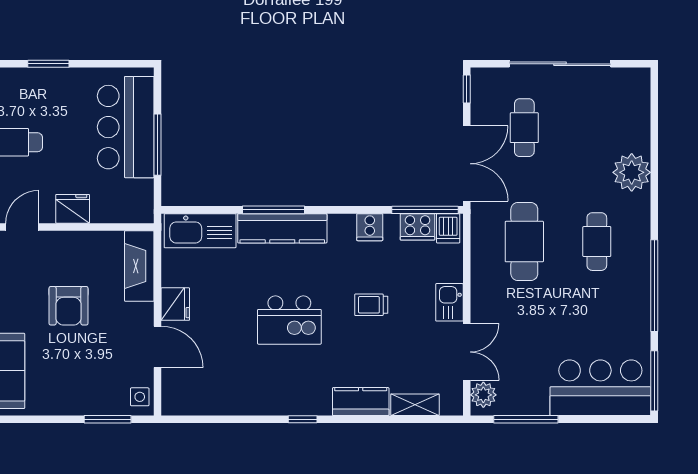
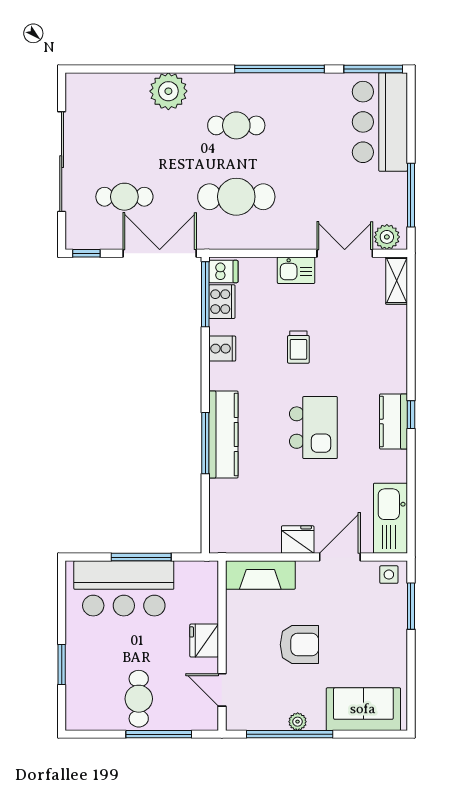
kitchen sink: (200, 231) -> (390, 518), moved, turned 180
kitchen counter: (361, 402) -> (394, 421), moved
shelving: (415, 405) -> (397, 281), moved

